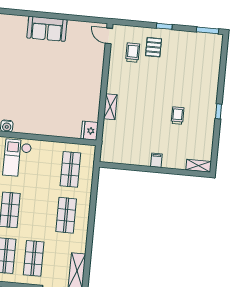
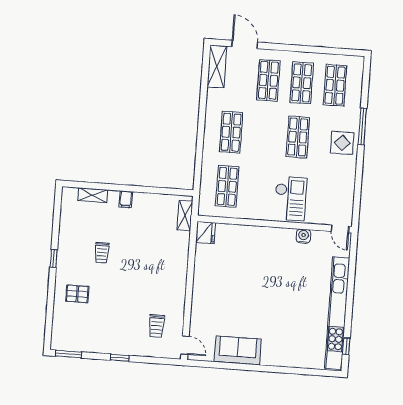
sofa: (47, 29) -> (238, 350), moved
pallet: (154, 47) -> (77, 294), moved, turned 90
shelving: (110, 107) -> (185, 216), moved
shelving: (199, 166) -> (93, 195), moved

